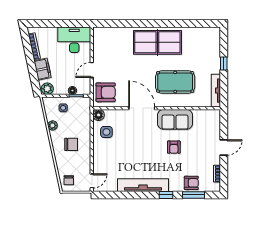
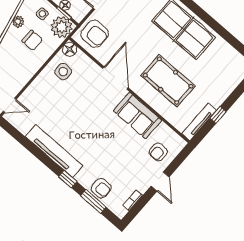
window: (224, 64) -> (218, 115), moved
plant: (82, 106) -> (62, 27), added
chair: (71, 144) -> (32, 40), moved
armchair: (174, 147) -> (158, 152), moved
door: (224, 147) -> (160, 181), hinge flipped

